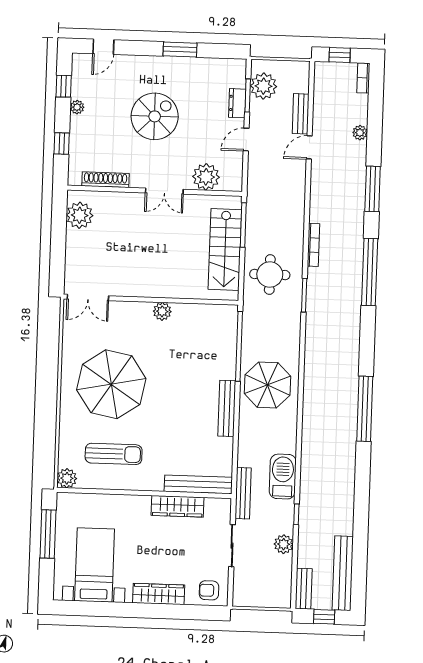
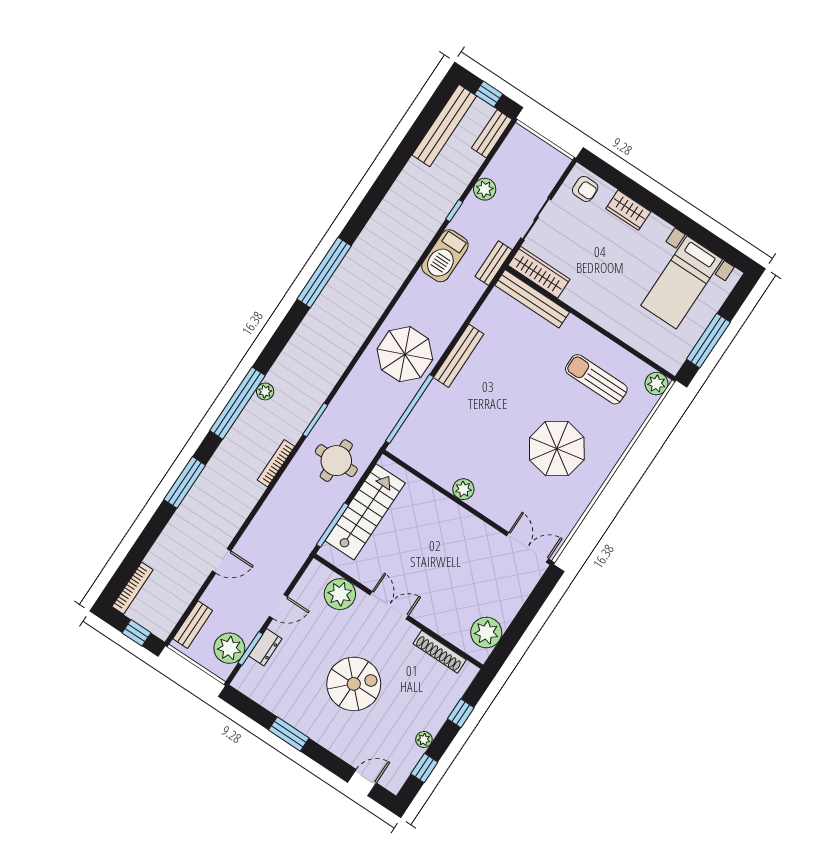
bookcase: (363, 78) -> (132, 588), width x1.56
bench: (301, 114) -> (193, 625), moved
spiral stairs: (155, 116) -> (354, 684), turned 180
plant: (360, 133) -> (265, 391), moved
parasol: (111, 384) -> (557, 449), width x0.73, depth x0.73
bench: (243, 493) -> (494, 263), width x0.73
wardrobe: (177, 506) -> (539, 272), moved
wardrobe: (159, 594) -> (628, 210), width x0.67

